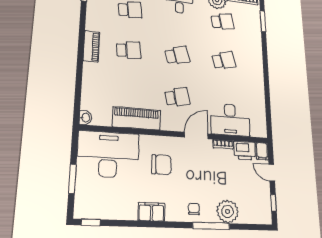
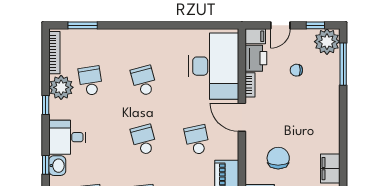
desk: (230, 120) -> (214, 66), width x1.36, depth x1.30
chair: (194, 209) -> (296, 70), moved
plant: (228, 211) -> (327, 42), moved
window: (211, 226) -> (343, 64), moved

